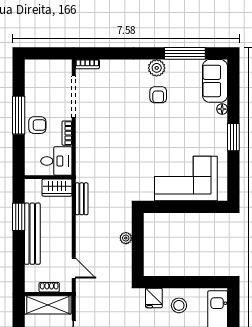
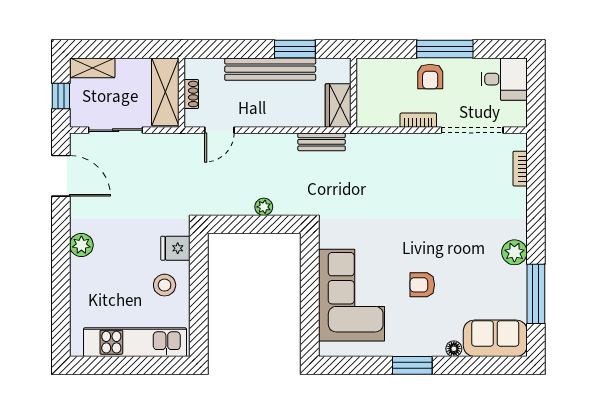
bookcase: (87, 64) -> (520, 169), moved
armchair: (158, 95) -> (422, 285), moved
desk: (56, 161) -> (504, 79), moved, turned -90

